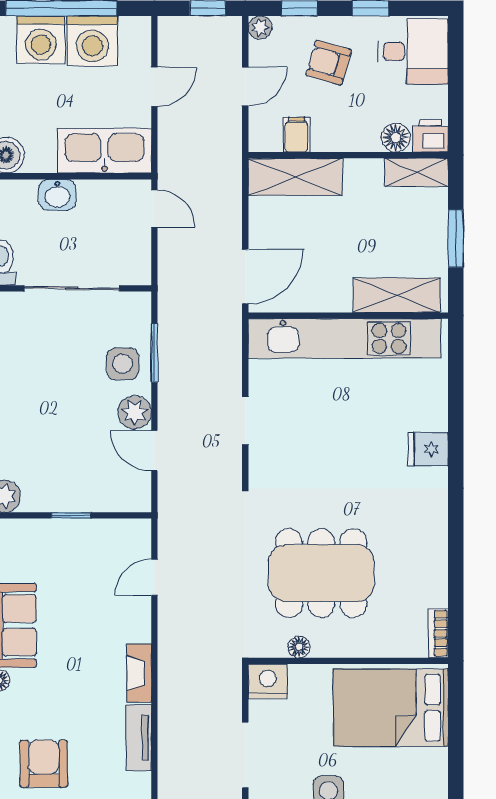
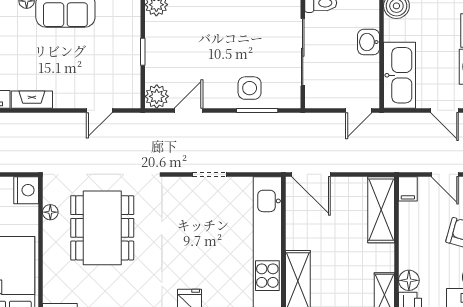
filing cabinet: (296, 135) -> (408, 189), moved, turned 90
plant: (135, 412) -> (157, 96), moved
door: (154, 577) -> (99, 110), swing flipped

